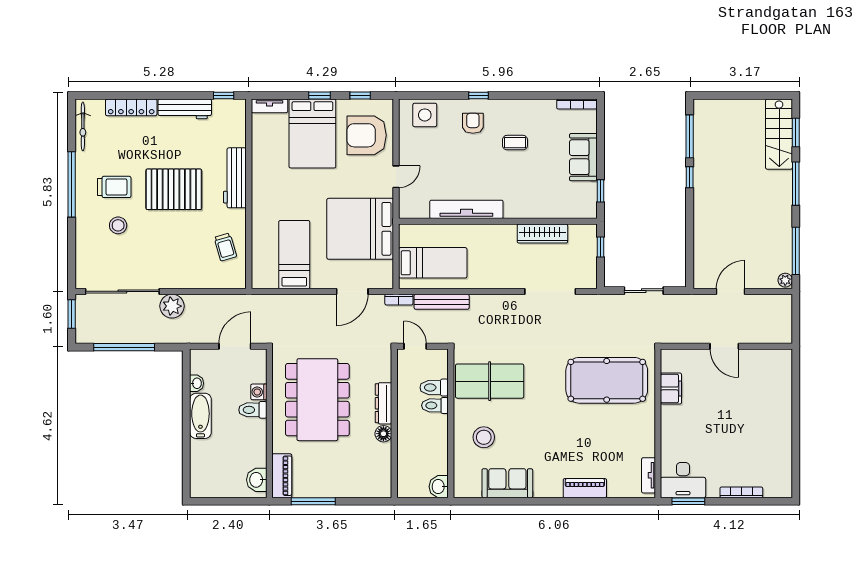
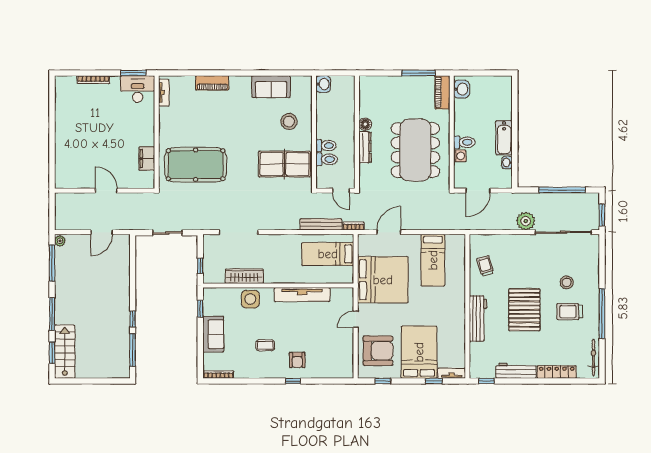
window: (320, 95) -> (434, 381), moved
side table: (425, 115) -> (250, 299), moved
pallet: (174, 189) -> (524, 310), turned 90

